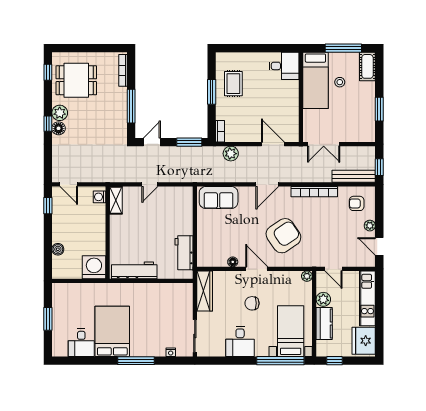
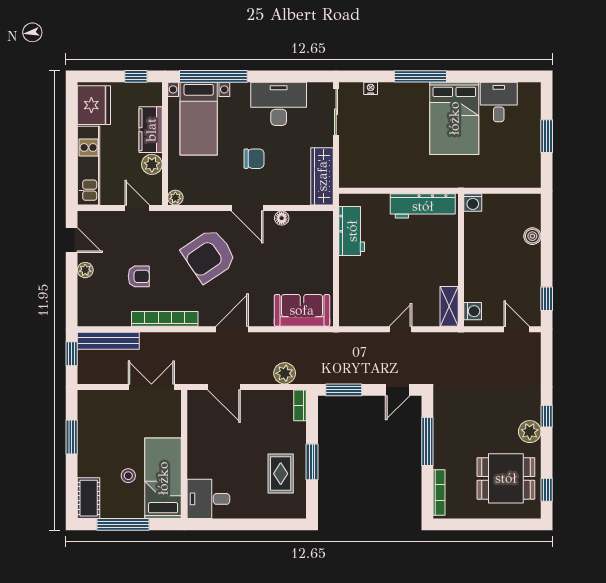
floor lamp: (59, 128) -> (531, 409), removed
armchair: (357, 203) -> (139, 276), moved
washing machine: (94, 267) -> (473, 202), width x0.53, depth x0.53
desk: (240, 342) -> (279, 104), width x1.37

